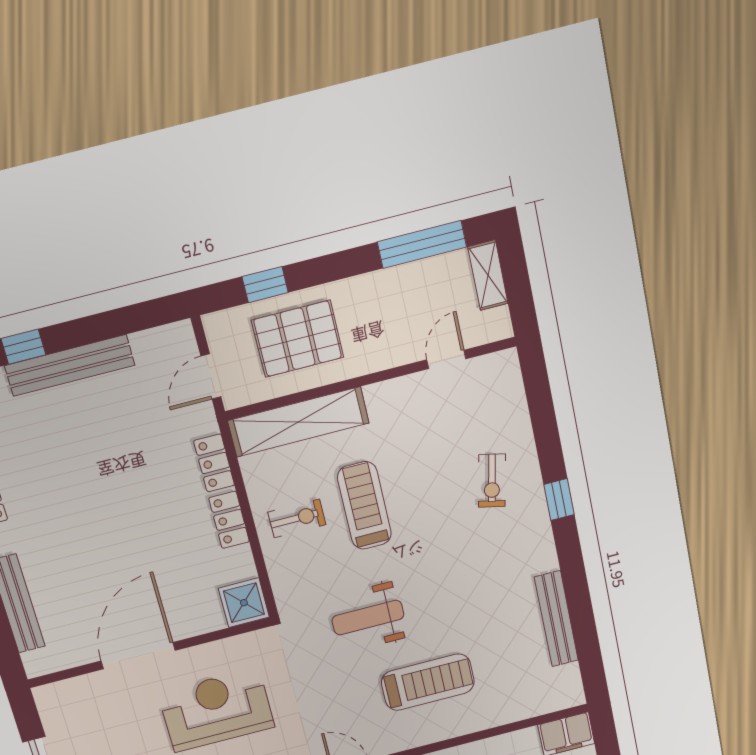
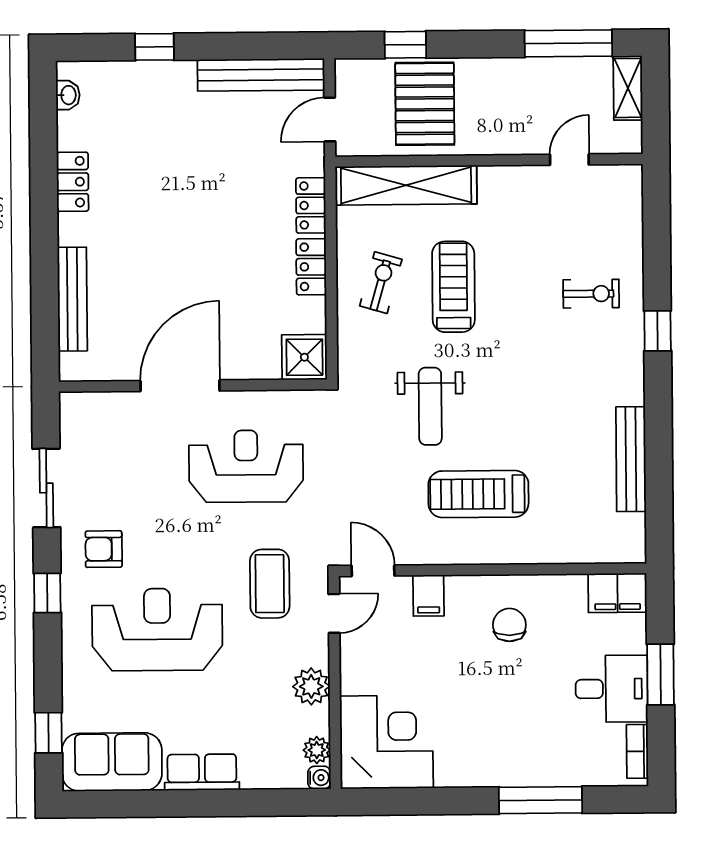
pallet: (298, 339) -> (425, 104), turned 90
bench: (70, 365) -> (261, 75), moved
exercise bike: (492, 481) -> (591, 294), turned -102
exercise bike: (297, 518) -> (381, 283), turned -74
weight bench: (368, 618) -> (430, 406), turned -90
treadmill: (428, 682) -> (478, 494), turned 180

